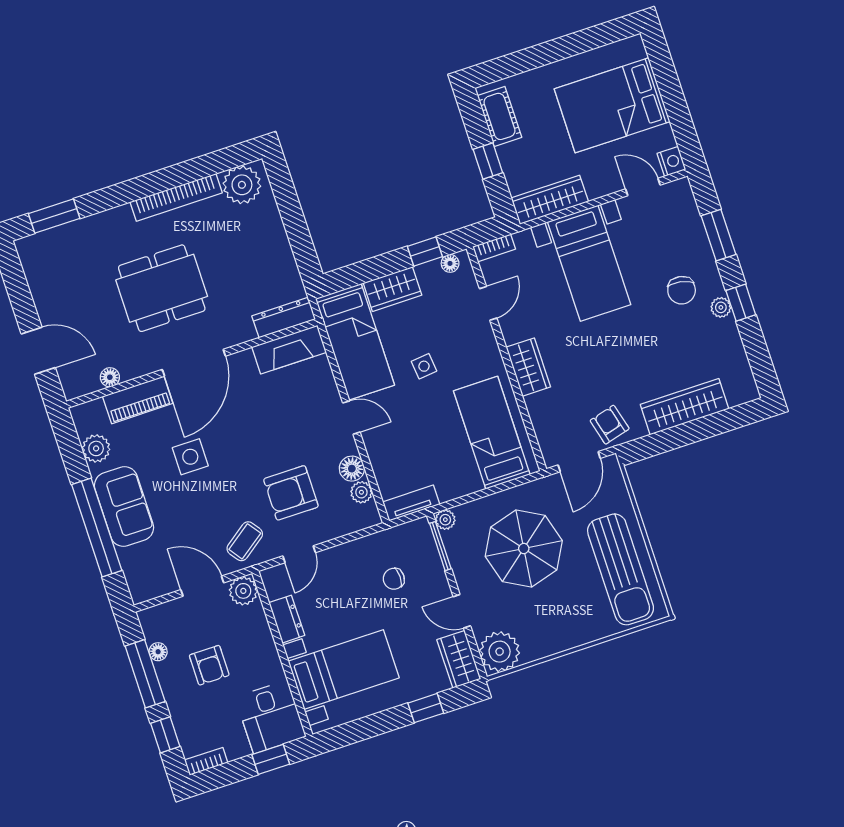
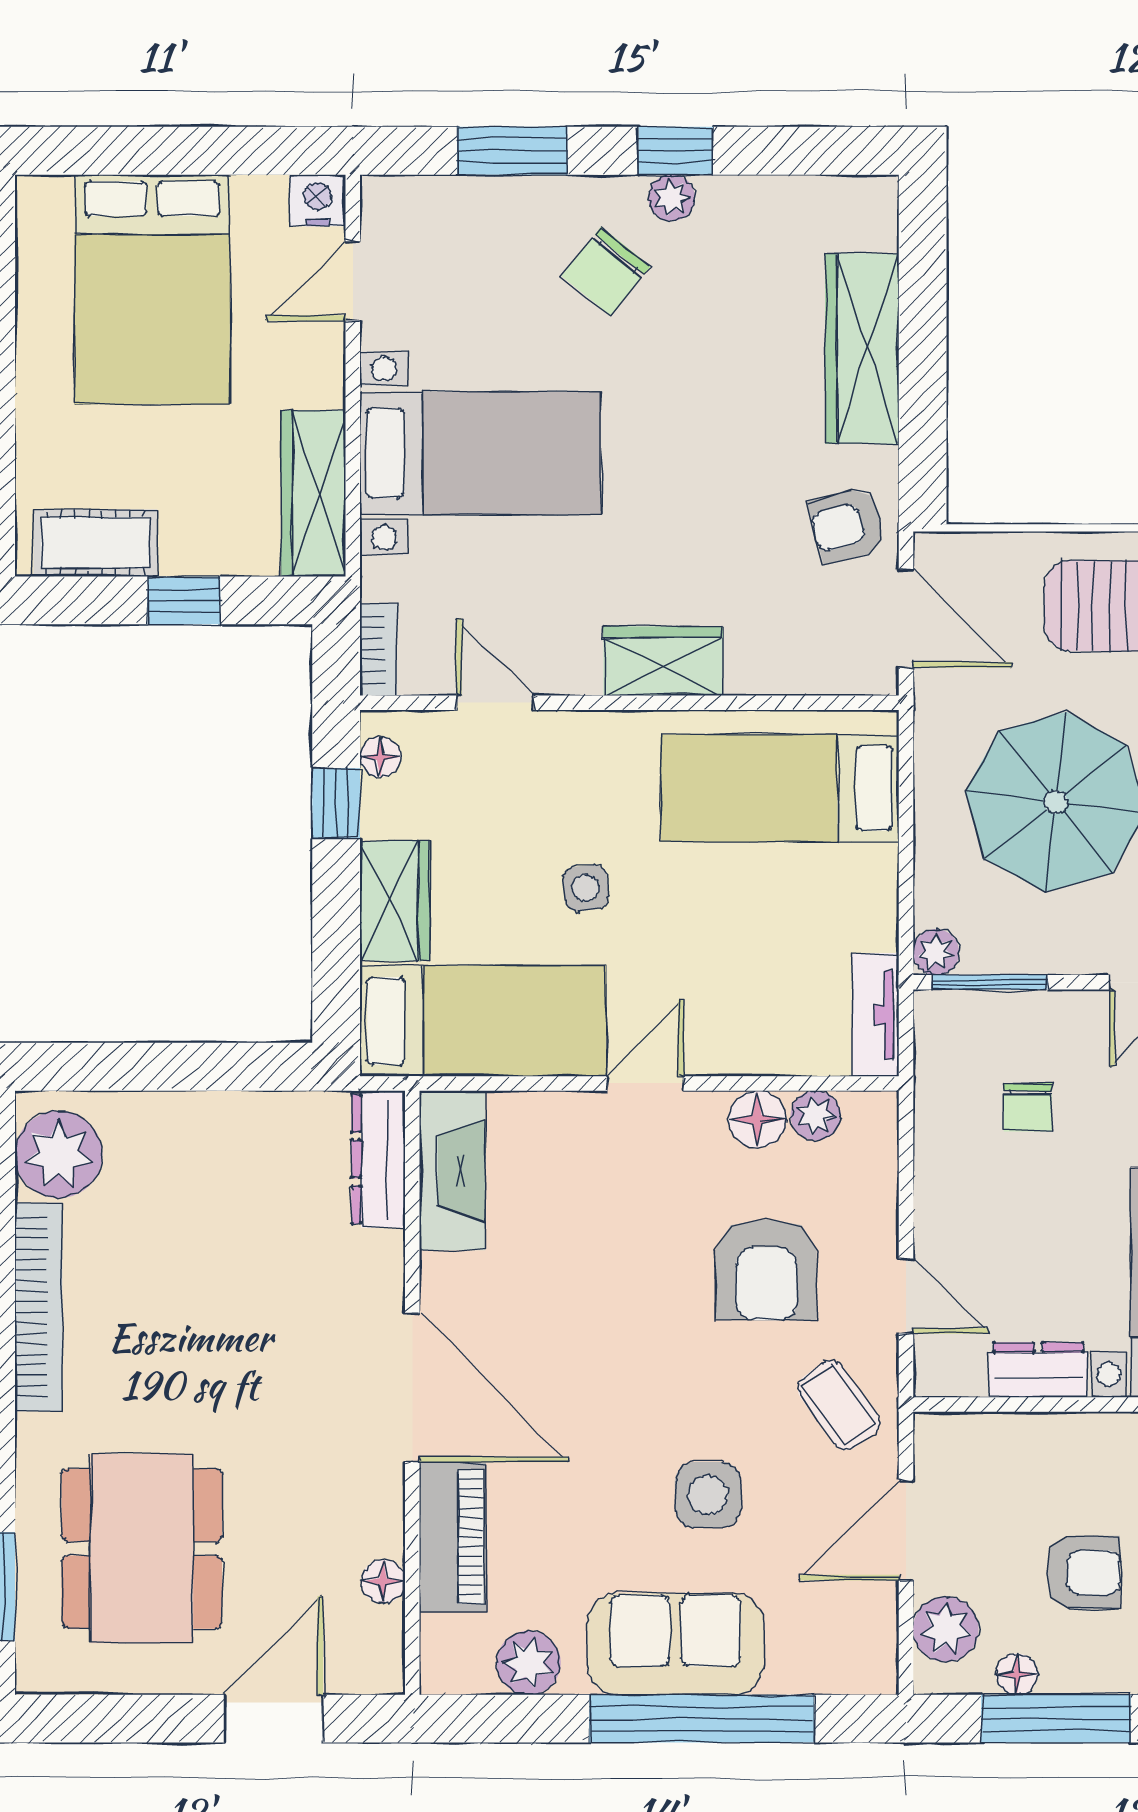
dining table: (162, 288) -> (142, 1549), moved
chair: (682, 290) -> (606, 271), turned 119
side table: (190, 457) -> (708, 1495), moved
plant: (243, 591) -> (946, 1629), moved

